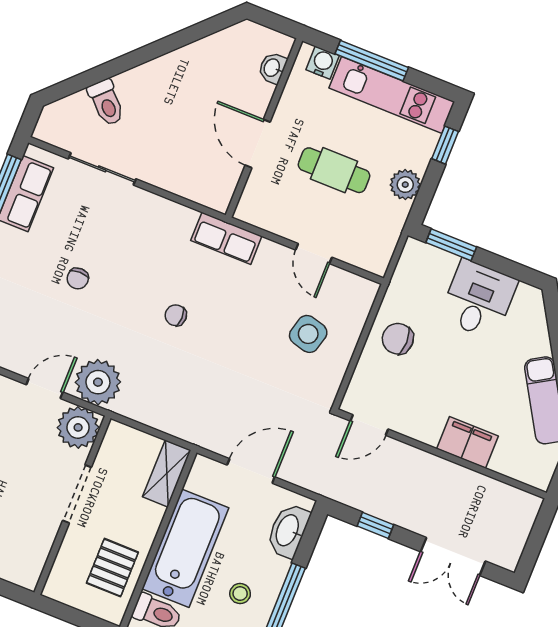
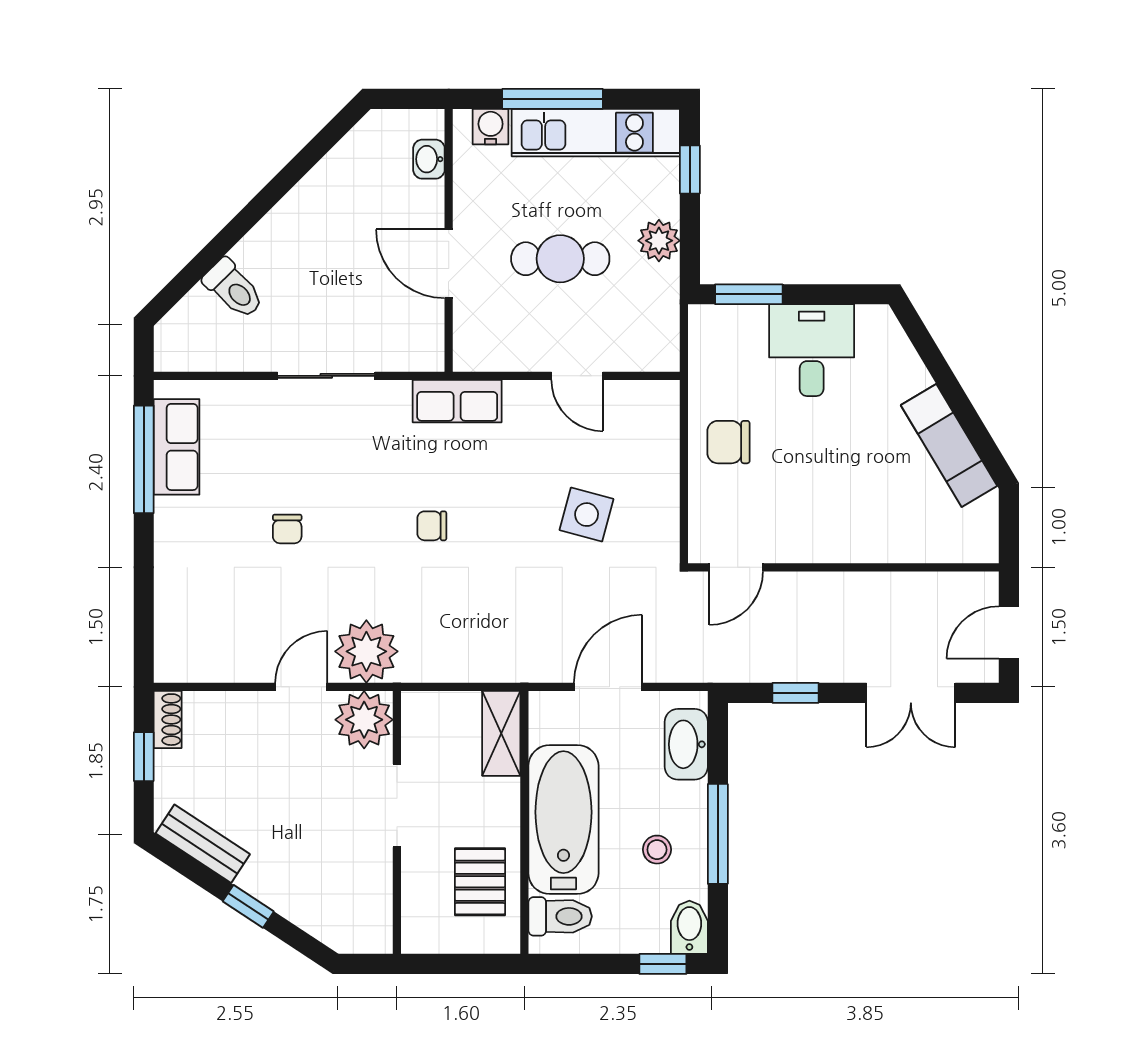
sliding door: (102, 169) -> (326, 376), moved
side table: (308, 334) -> (587, 515), moved
filing cabinet: (467, 442) -> (871, 539), removed
door: (535, 542) -> (1009, 632), added

